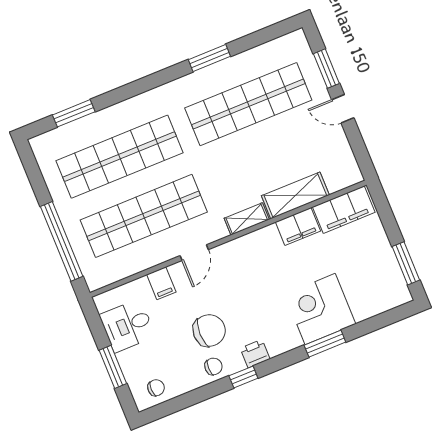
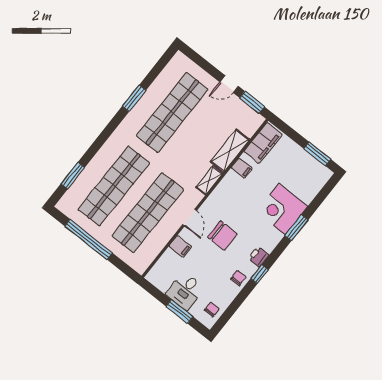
window: (326, 69) -> (252, 102), moved
filing cabinet: (298, 227) -> (242, 168), width x0.50
window: (62, 241) -> (89, 239), moved
desk: (127, 326) -> (185, 291), moved
chair: (209, 331) -> (222, 236), moved, turned 90

